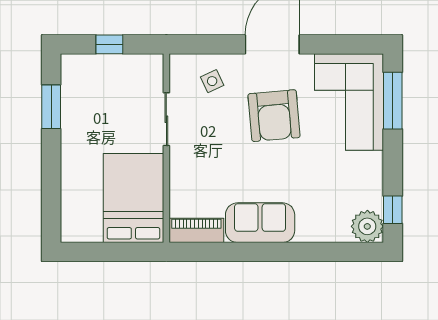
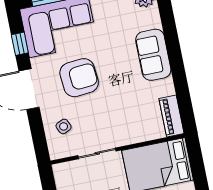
window: (336, 44) -> (20, 44), added
sofa: (260, 223) -> (153, 55), moved

